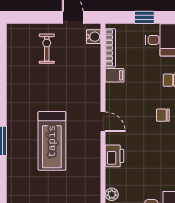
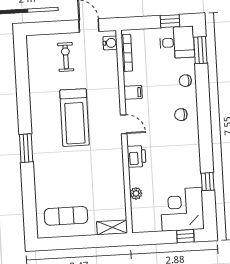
window: (144, 17) -> (170, 21), moved
filing cabinet: (115, 75) -> (133, 92), moved
treadmill: (52, 141) -> (74, 118), moved

